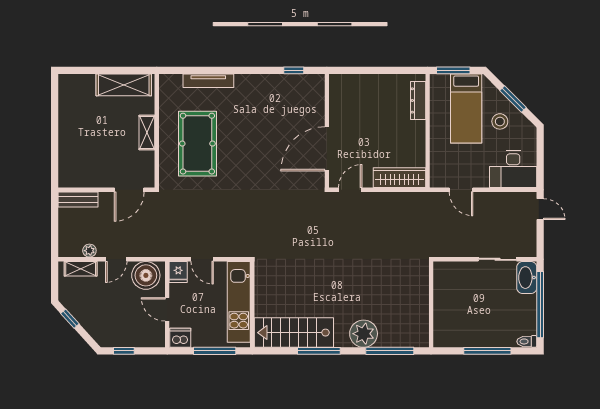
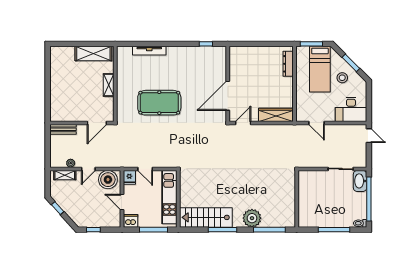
pool table: (197, 144) -> (159, 103), moved, turned 90

